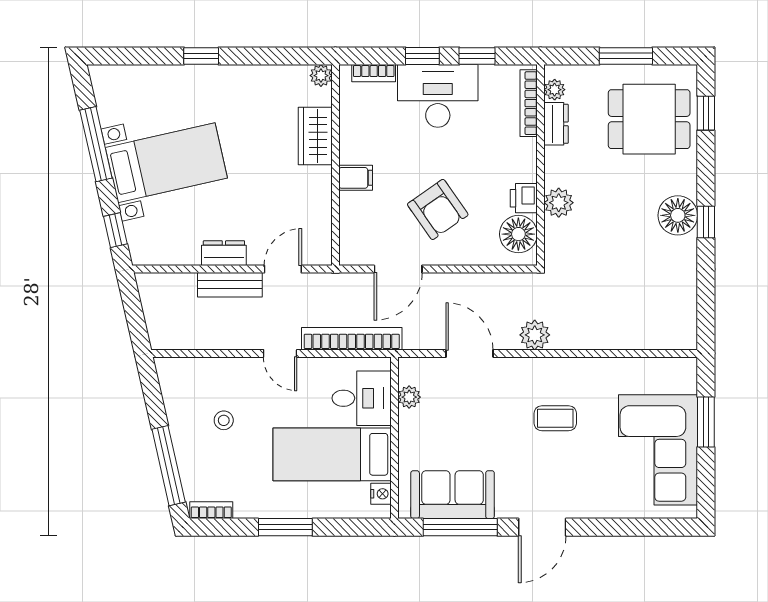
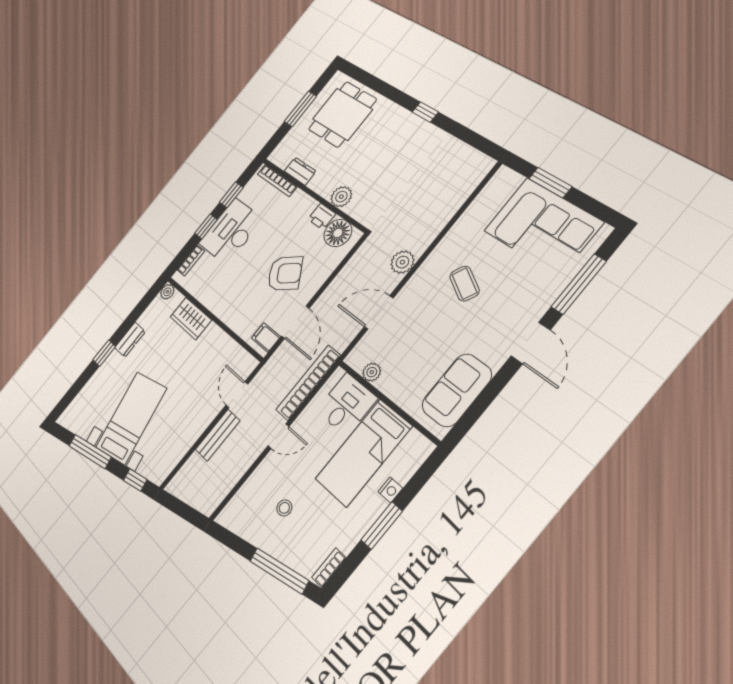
plant: (555, 90) -> (283, 161), removed
window: (706, 113) -> (366, 79), removed
filing cabinet: (356, 178) -> (266, 337), moved, turned -90
floor lamp: (678, 215) -> (408, 127), removed
dresser: (224, 253) -> (130, 340), moved, turned 180
coffee table: (555, 418) -> (464, 284), turned -62
nightstand: (381, 494) -> (390, 490), moved, turned 90
window: (460, 527) -> (579, 284), moved

